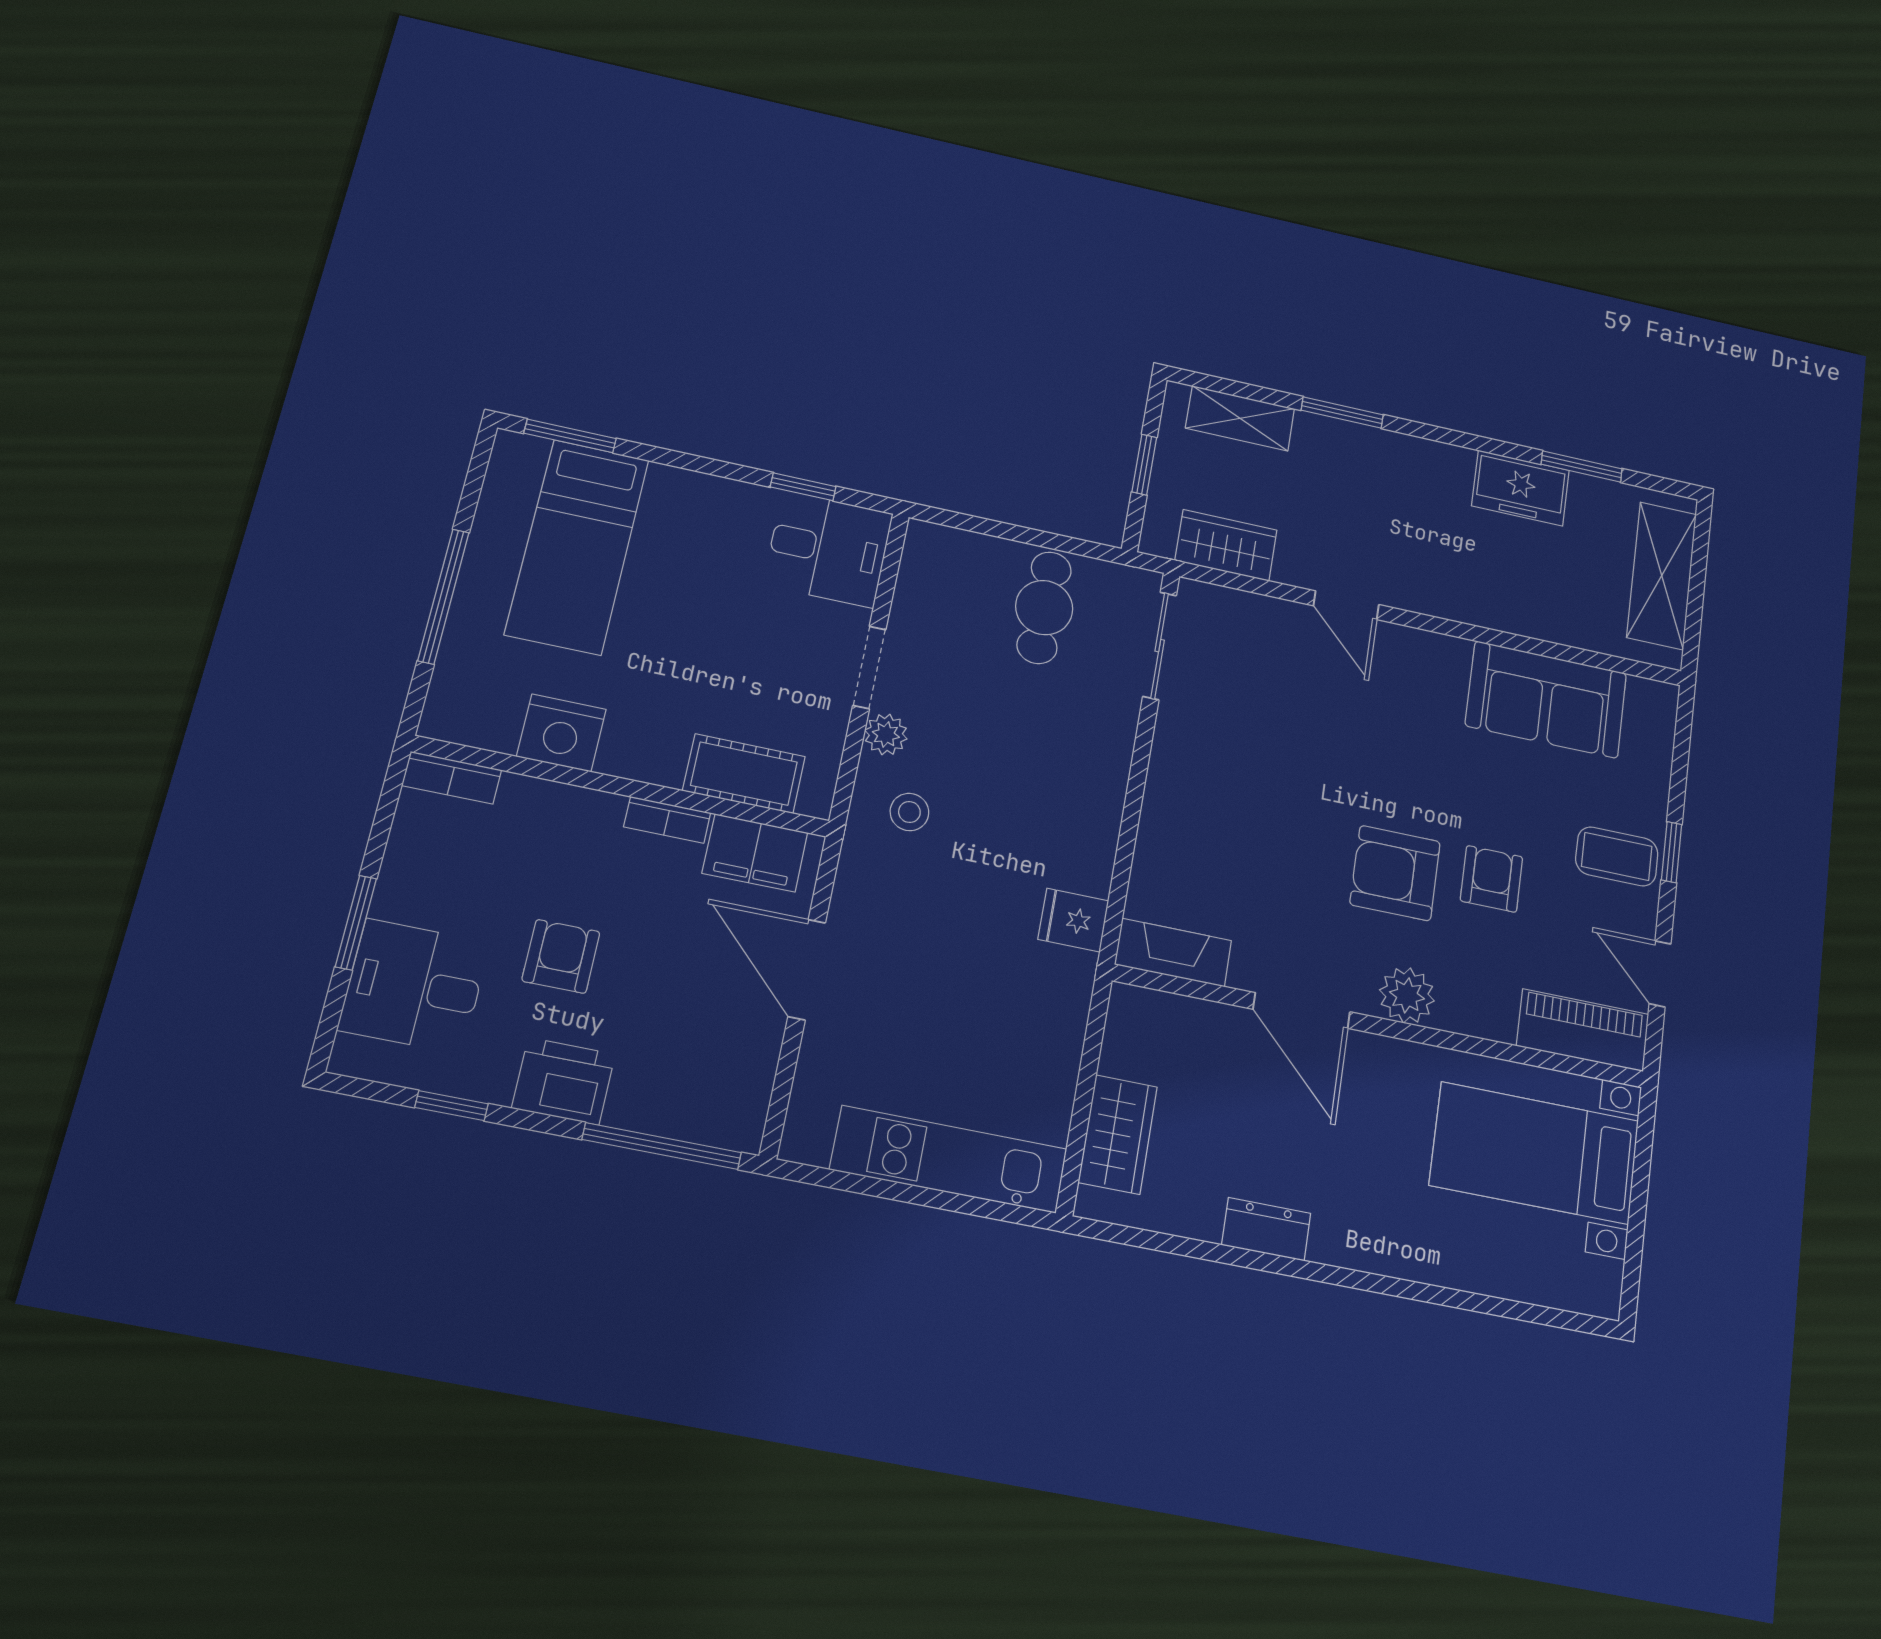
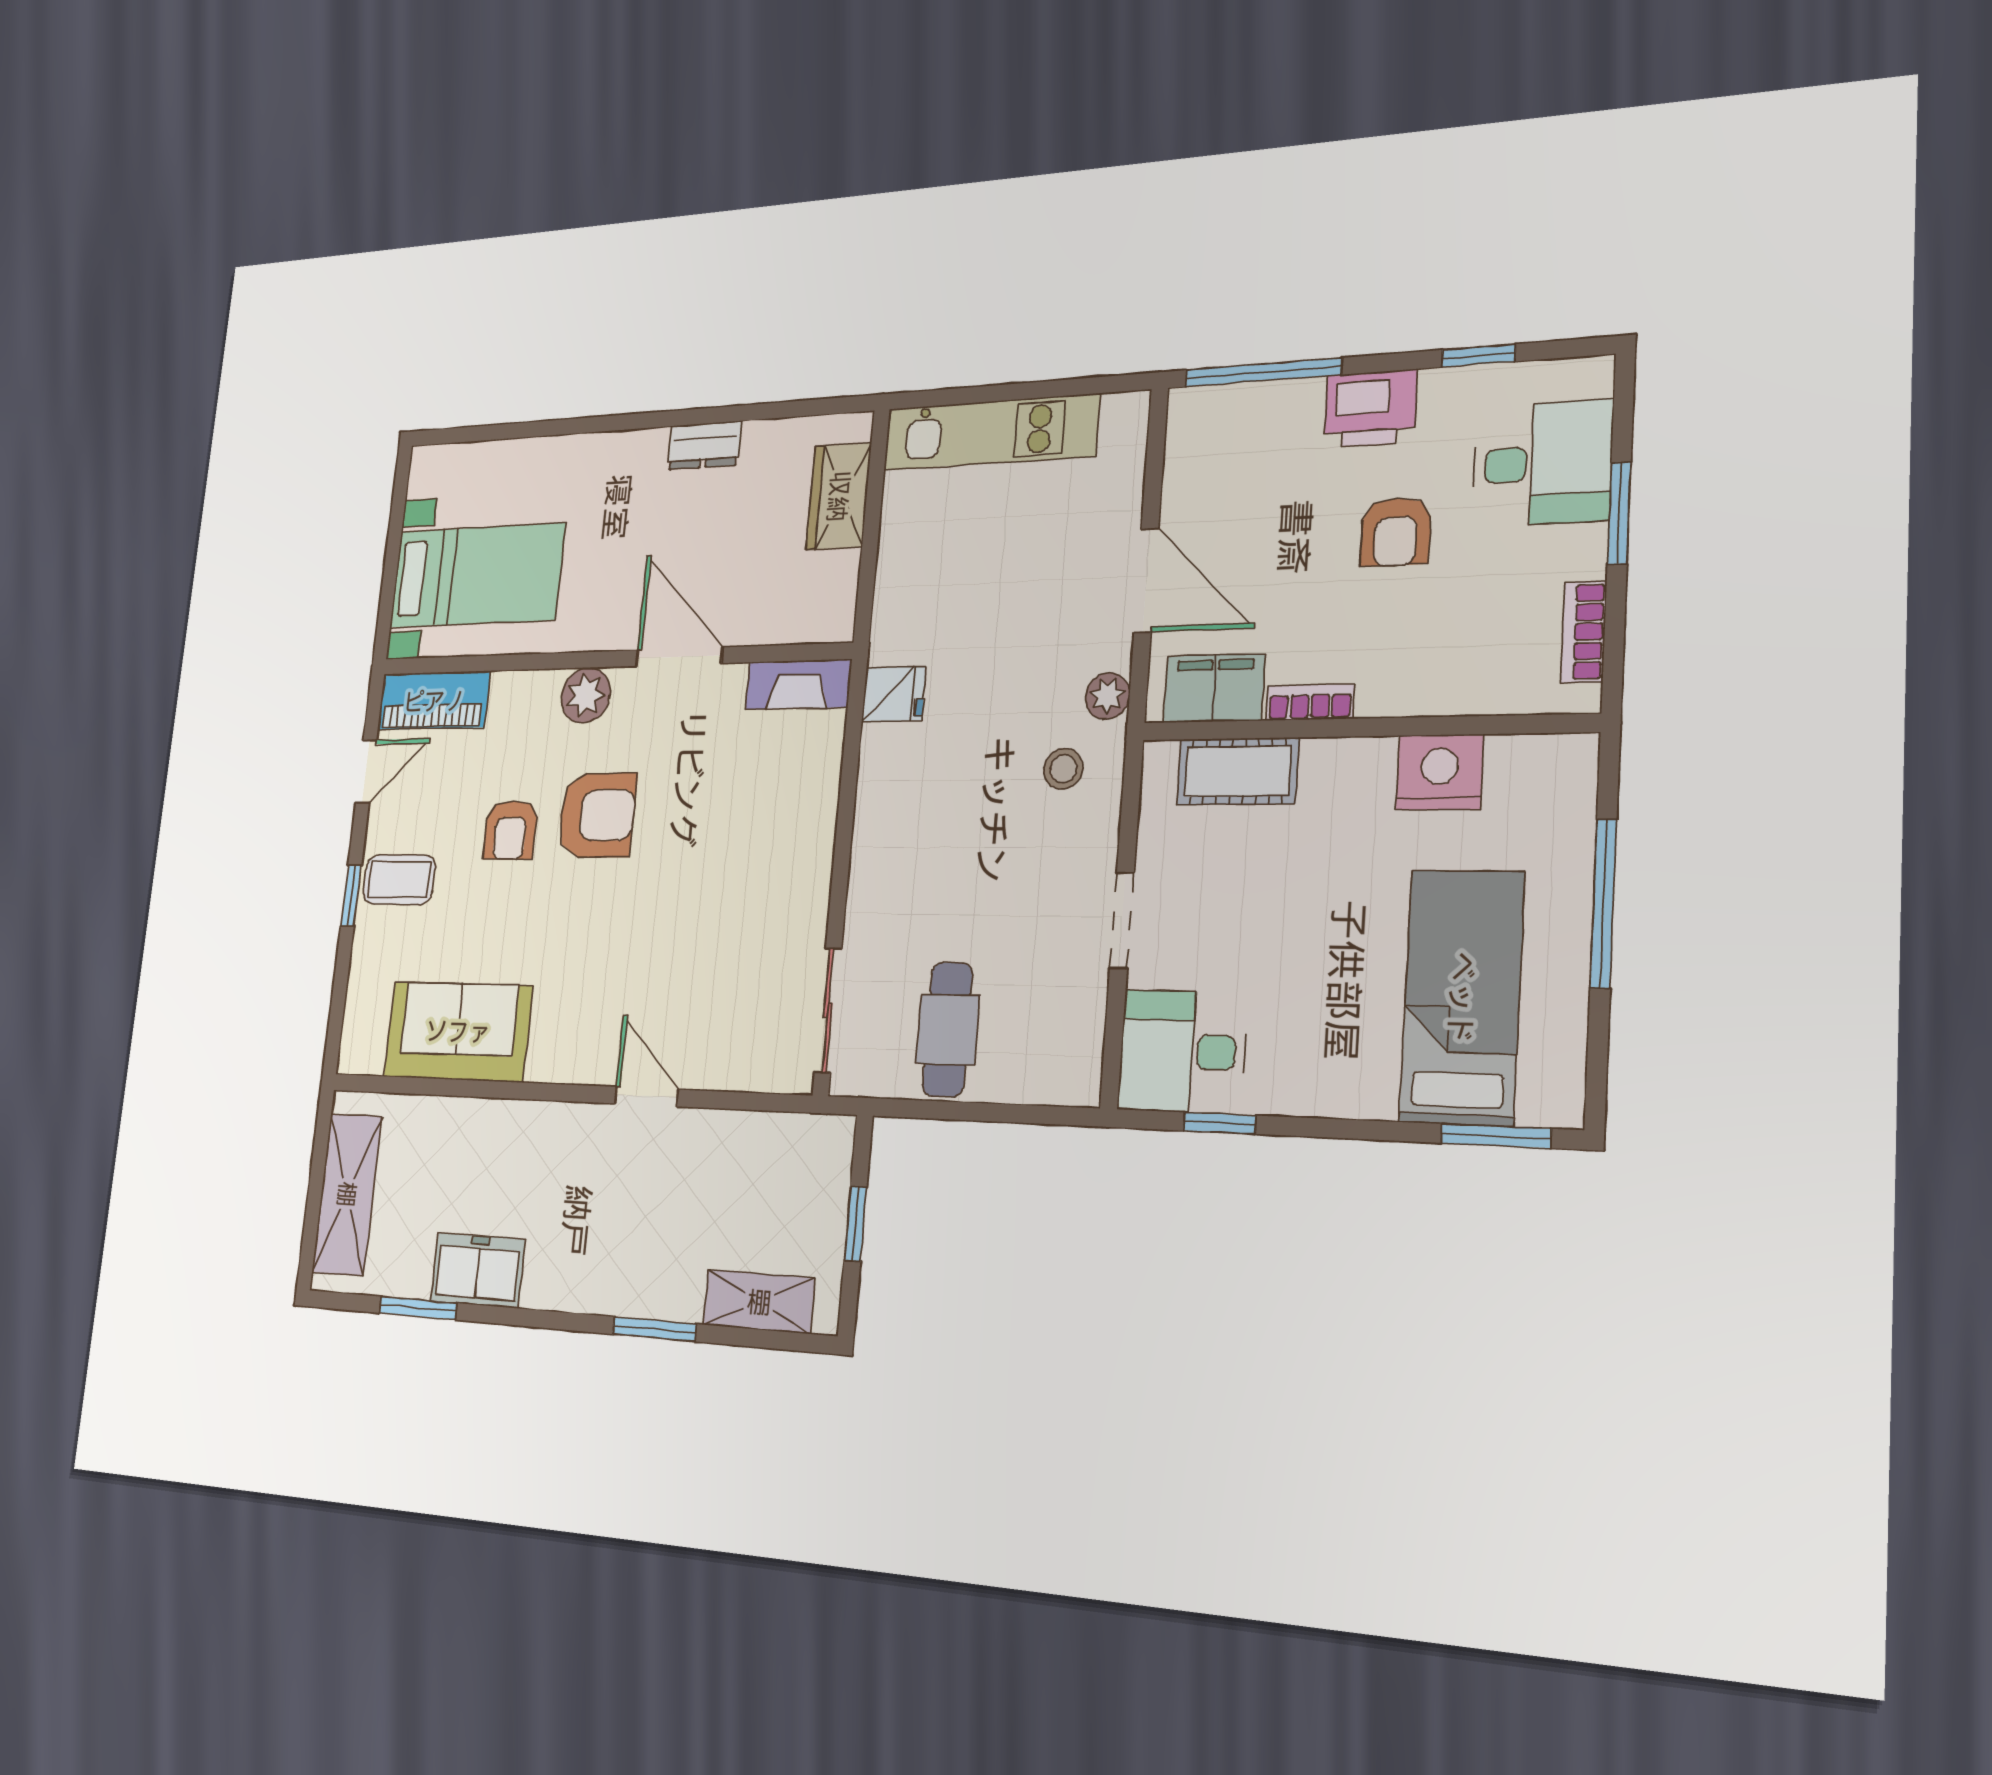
wardrobe: (1226, 545) -> (767, 1142), removed
plant: (886, 734) -> (1107, 696), moved
bookcase: (452, 778) -> (1584, 632), moved, turned -90
door: (1660, 974) -> (366, 771), hinge flipped

